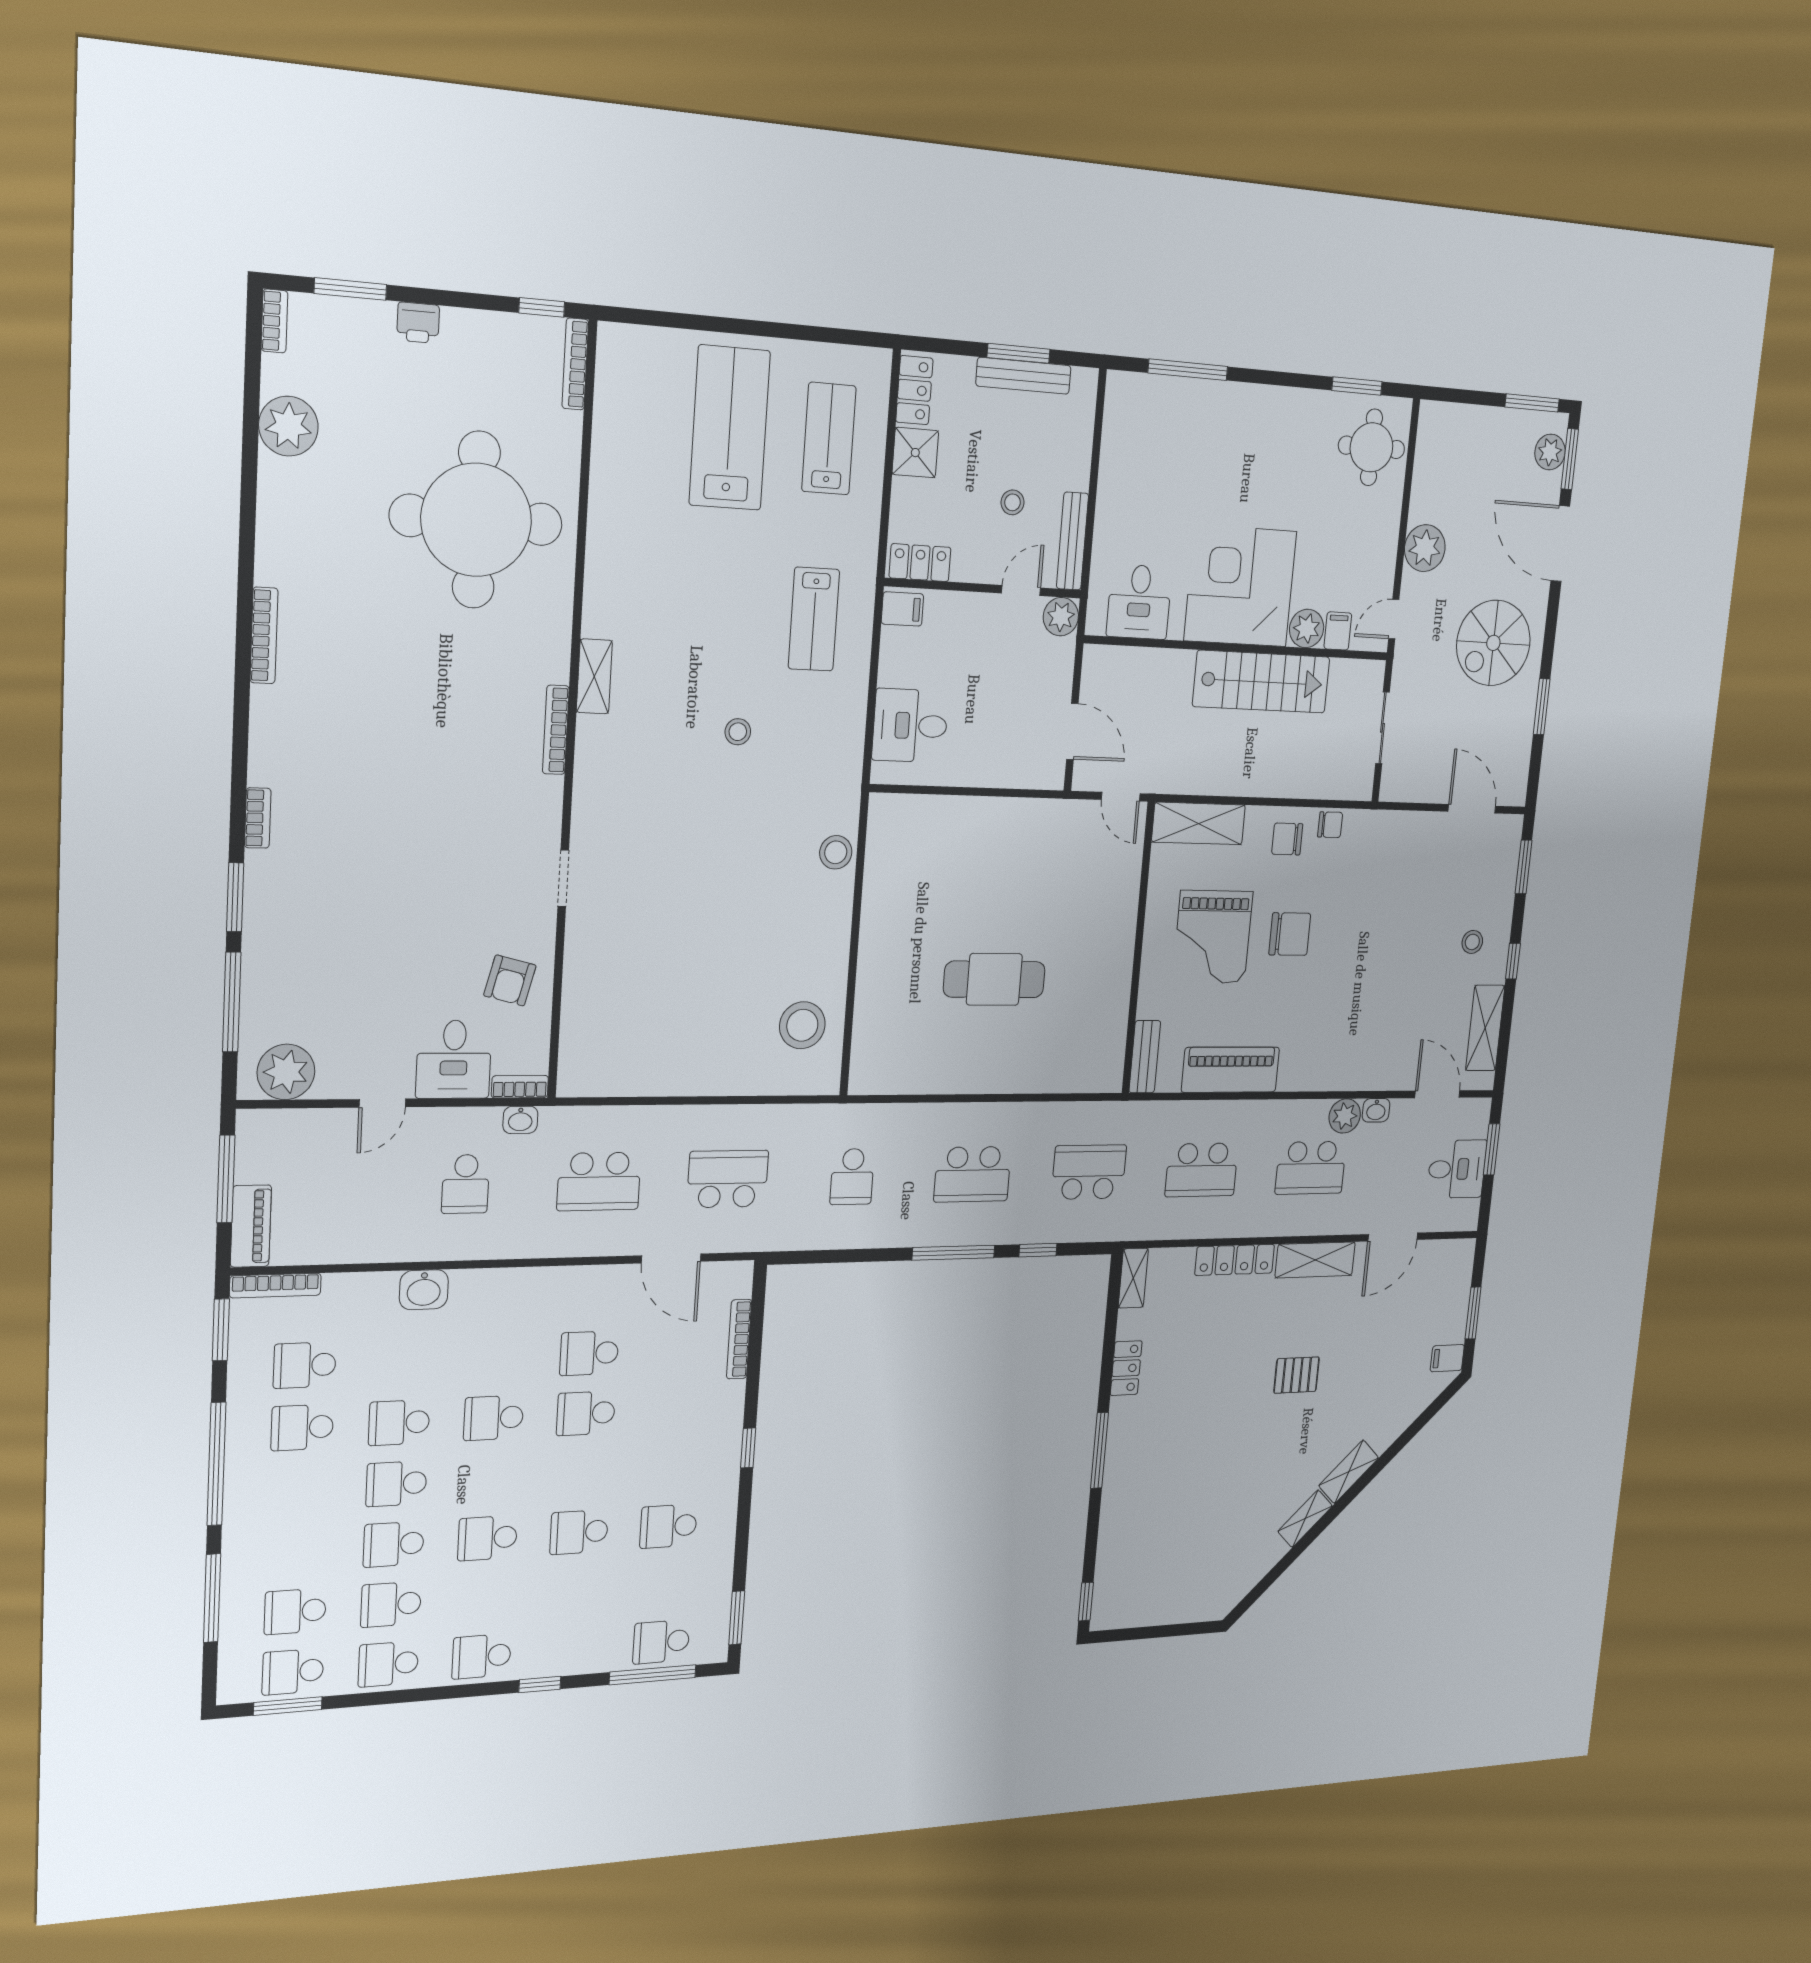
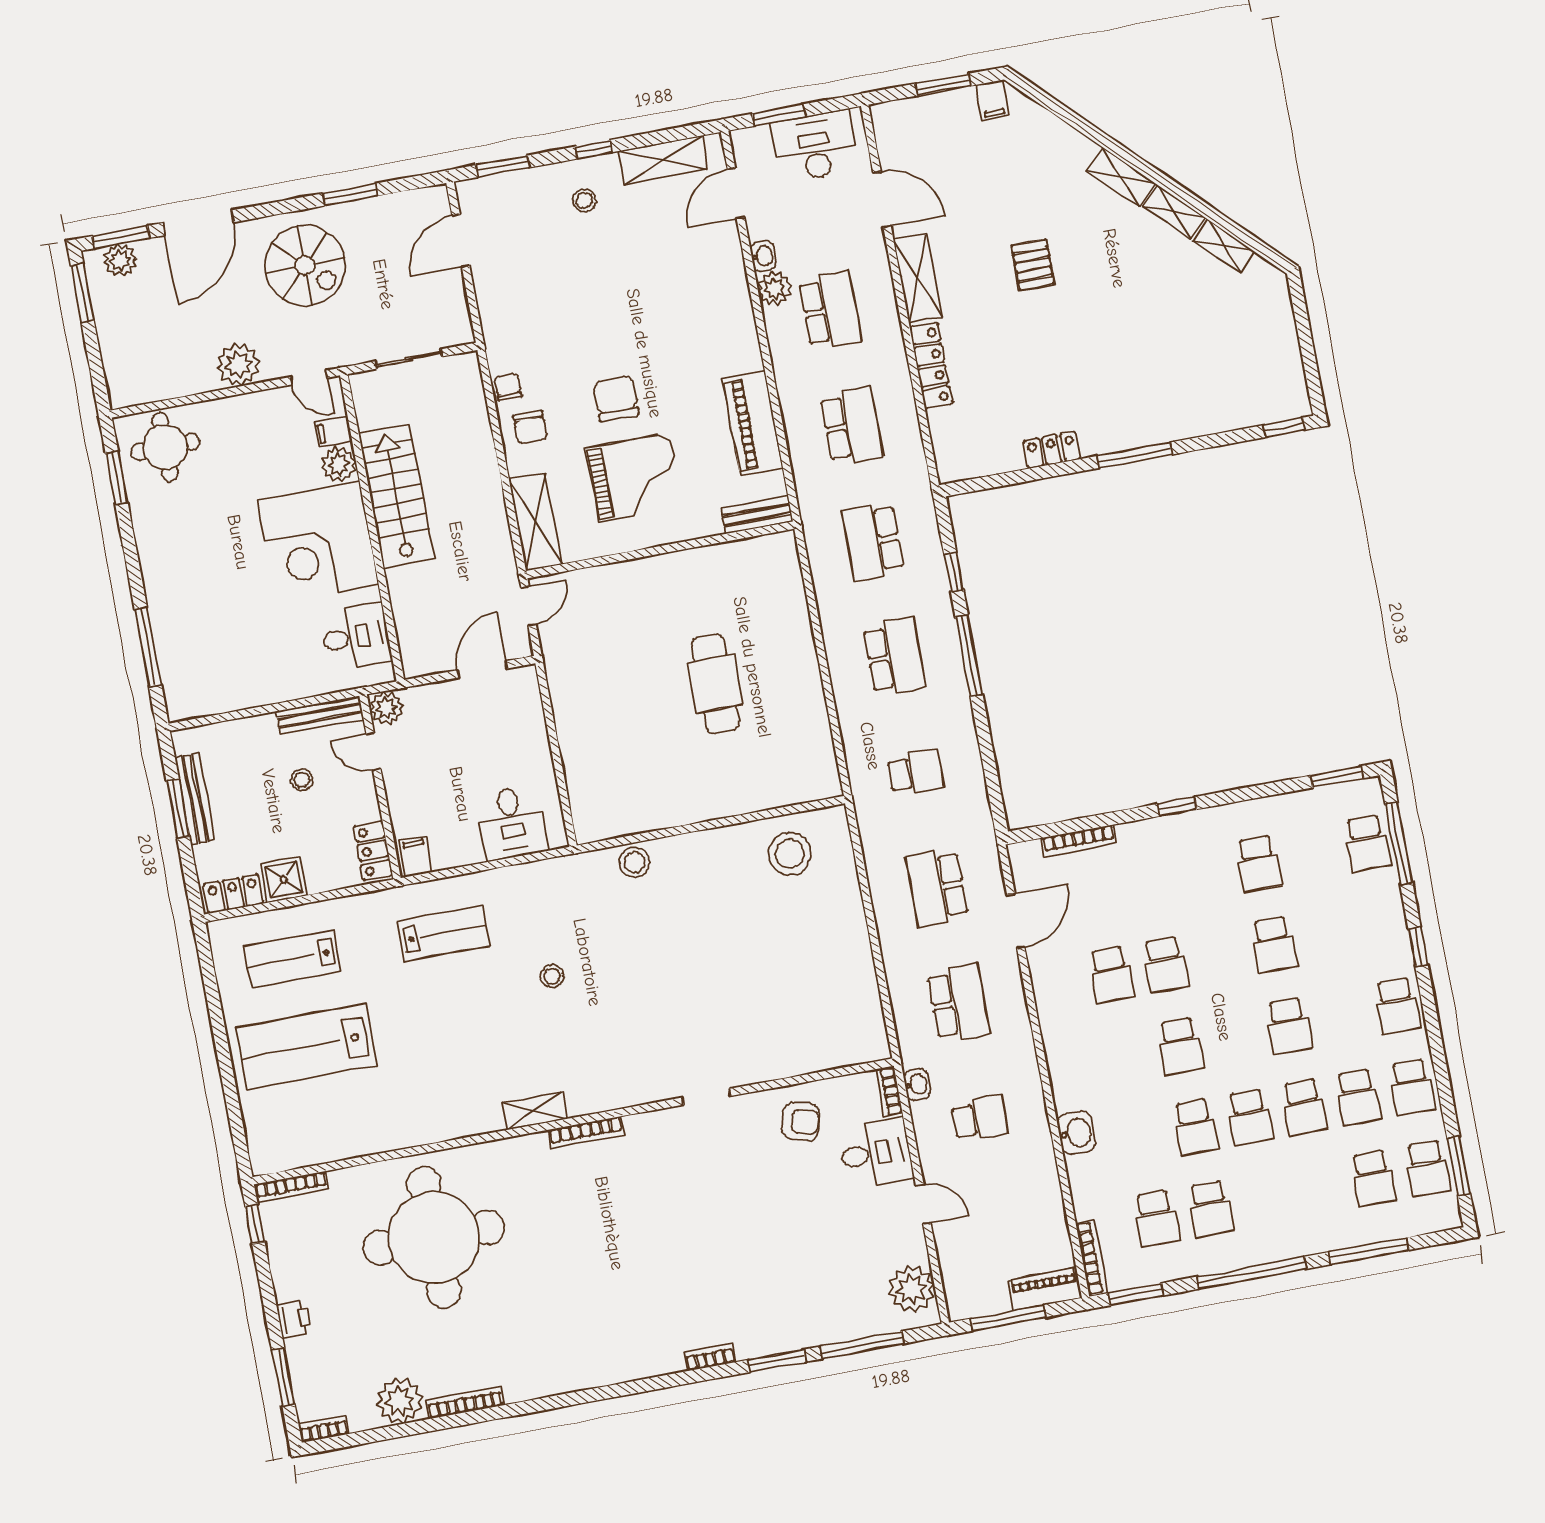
bookcase: (264, 635) -> (465, 1402), moved
desk: (1457, 1169) -> (815, 146), width x1.37
shelving: (1133, 1278) -> (1224, 246), moved, turned 45

